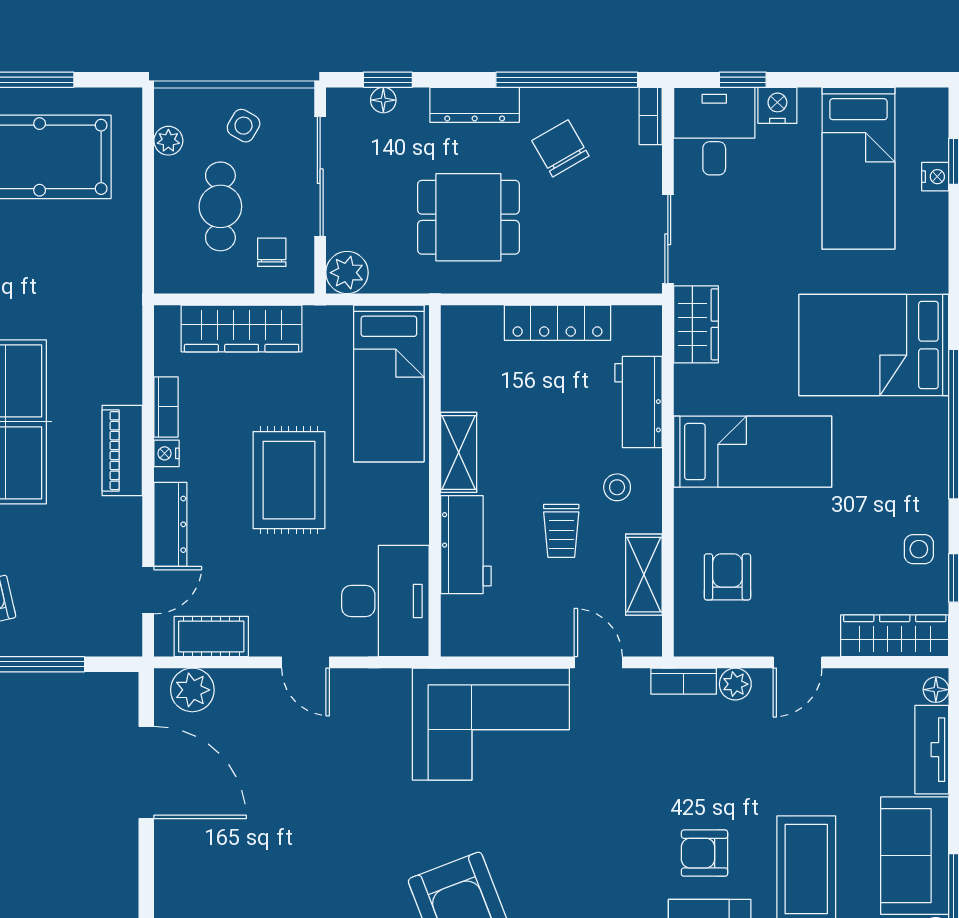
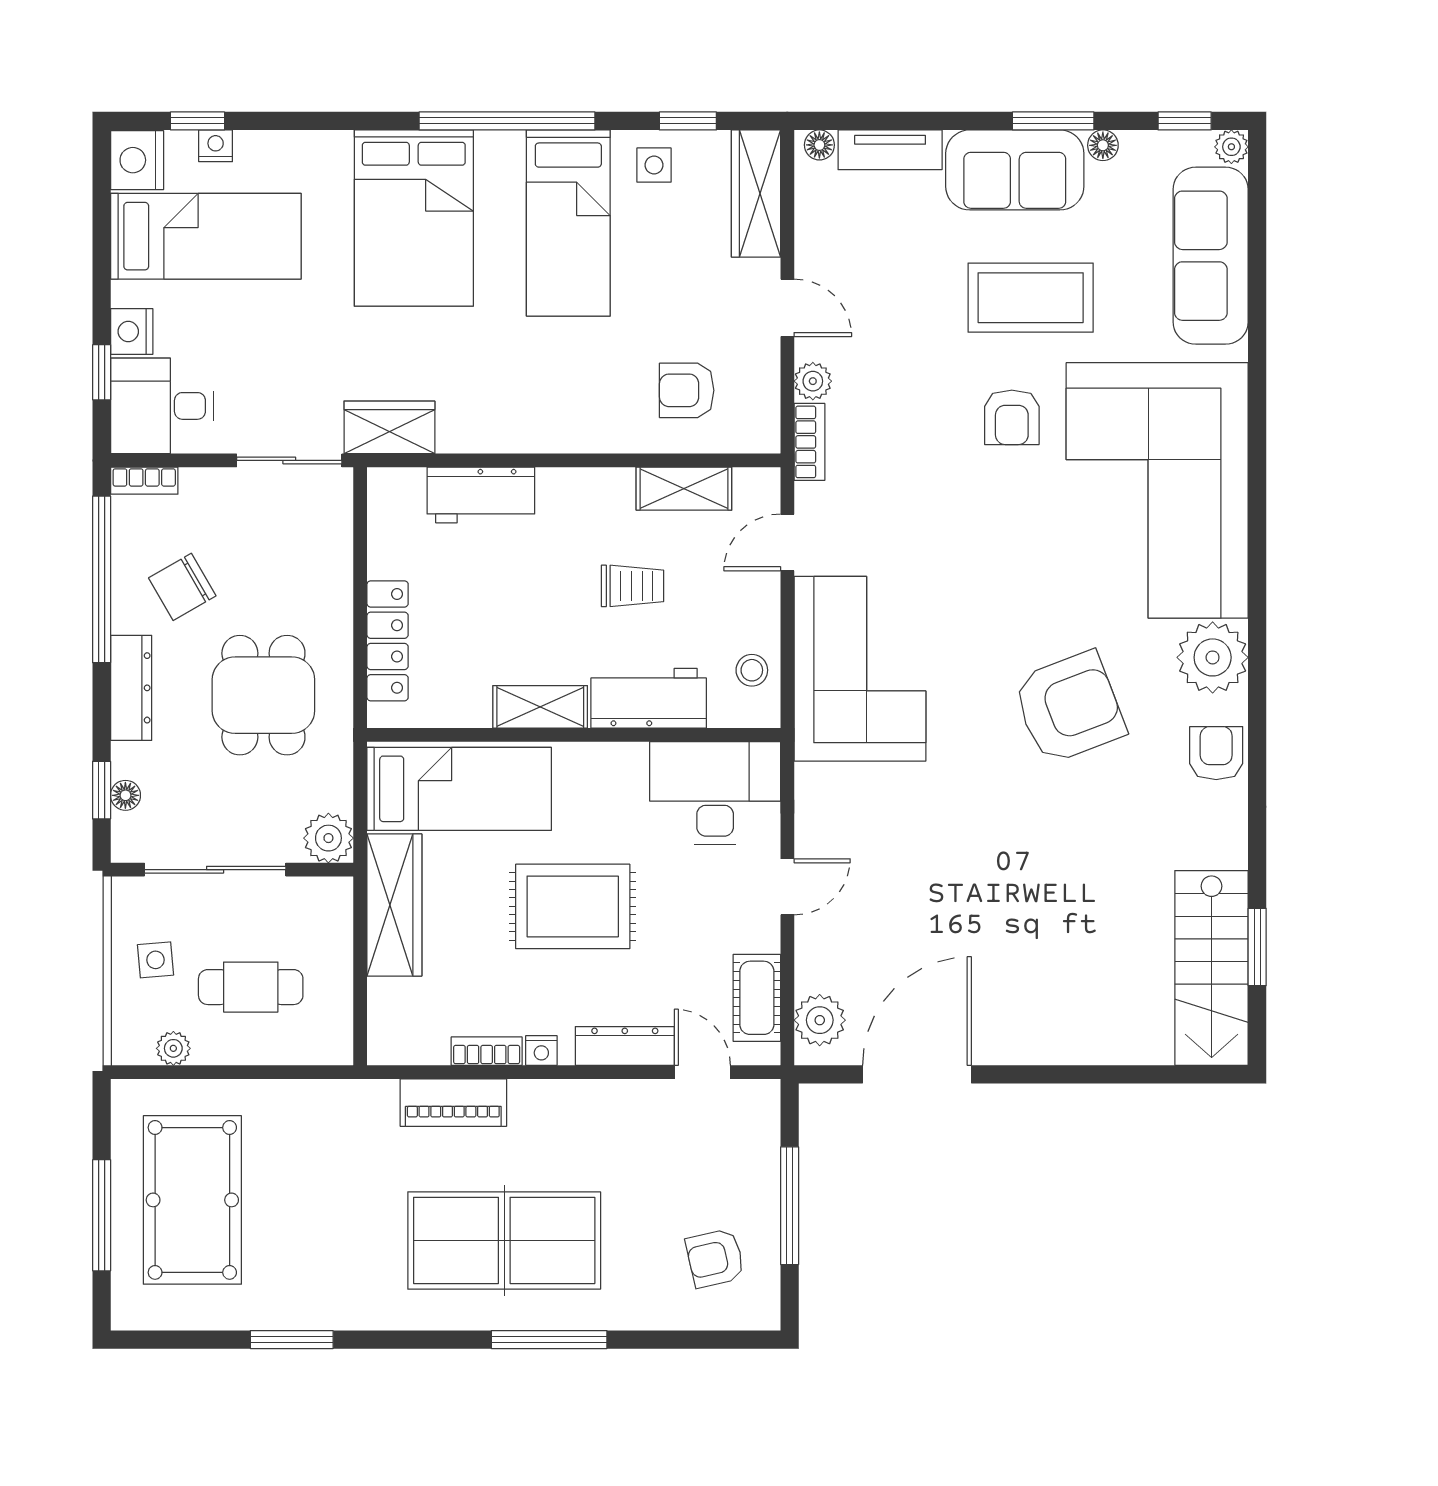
nightstand: (923, 110) -> (137, 160), added
side table: (244, 126) -> (156, 960), turned -35
chair: (272, 252) -> (305, 927), removed
locker: (557, 323) -> (388, 641), moved
wardrobe: (242, 328) -> (394, 905), moved
piano: (122, 451) -> (453, 1103), moved
bed: (753, 452) -> (568, 223), moved, turned 180
stool: (617, 487) -> (752, 670), moved

